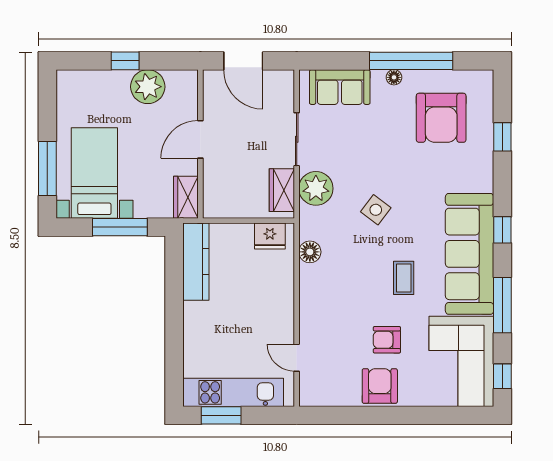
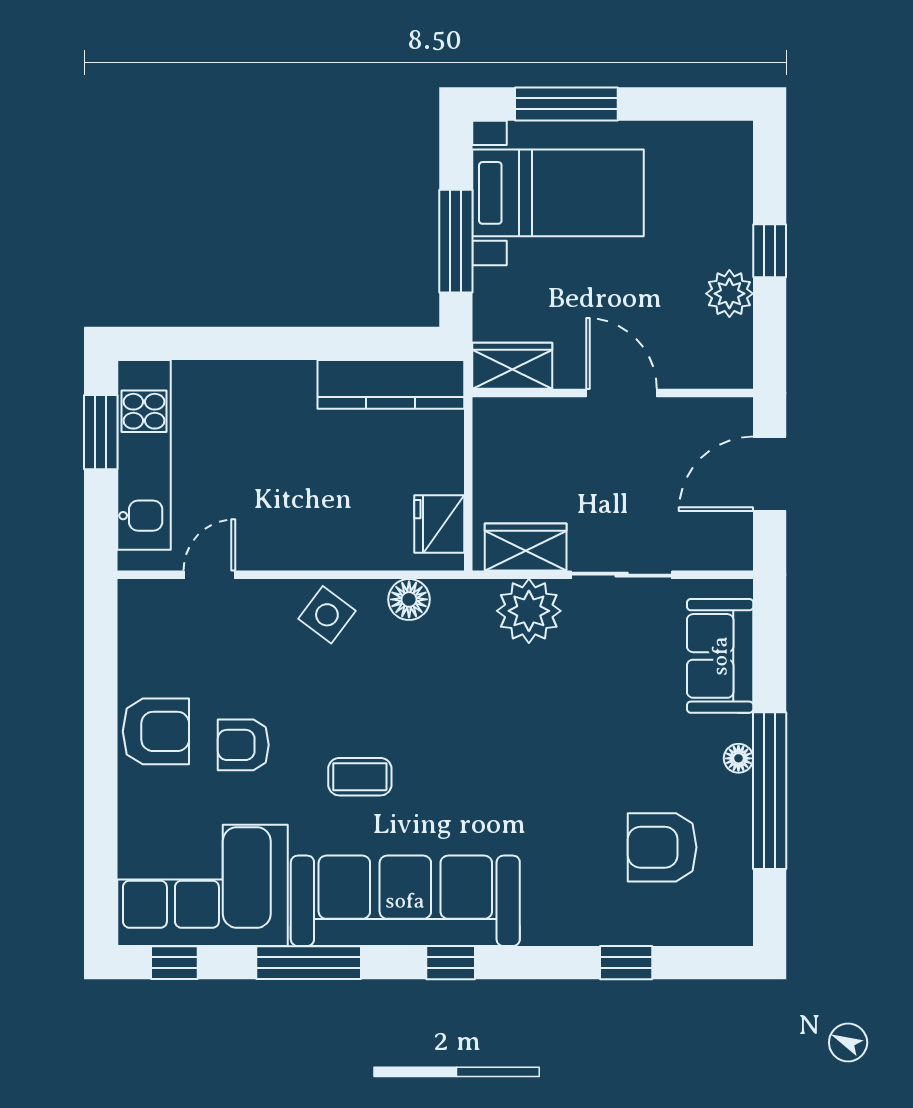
plant: (148, 87) -> (729, 294), width x0.73, depth x0.73
armchair: (441, 118) -> (662, 847), width x0.73, depth x0.73
side table: (376, 210) -> (327, 615), moved
armchair: (387, 340) -> (243, 745), turned -90

